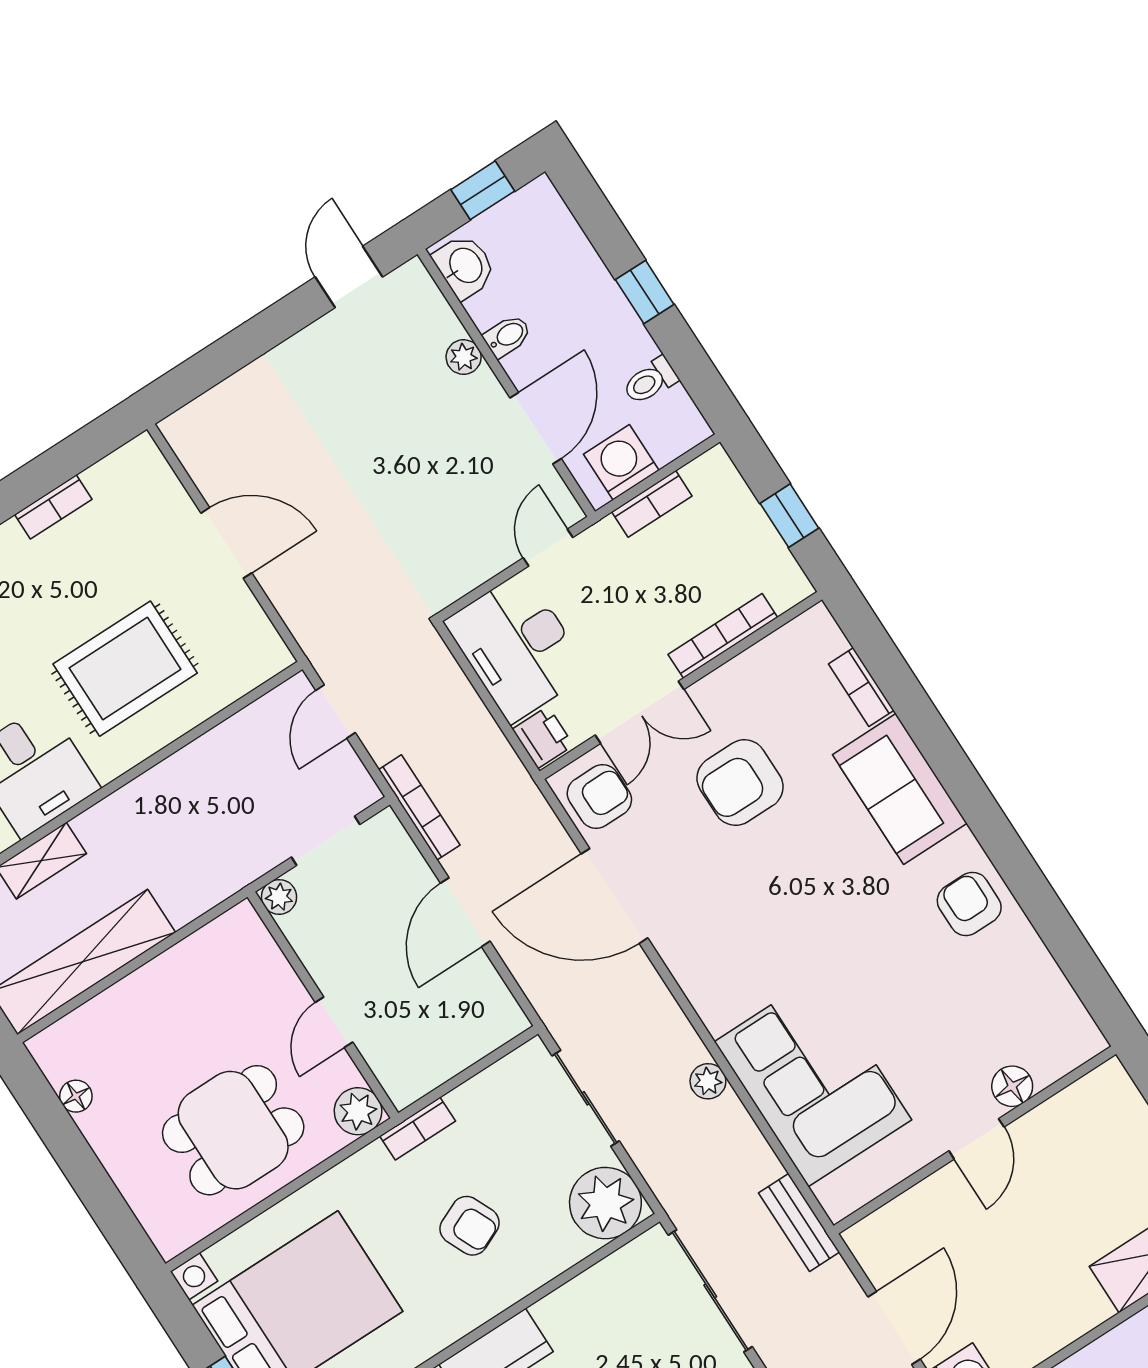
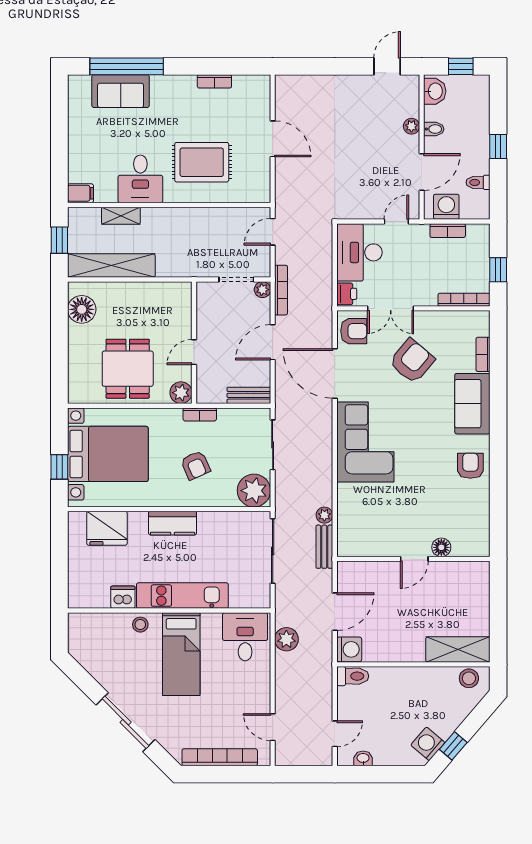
bookcase: (723, 636) -> (464, 300), moved
armchair: (740, 783) -> (412, 361), turned 130
plant: (279, 897) -> (262, 290), moved
bench: (484, 1036) -> (249, 395), added
plant: (708, 1081) -> (324, 515), moved
corner sofa: (813, 1081) -> (365, 442), moved
floor lamp: (76, 1096) -> (82, 309), width x1.89, depth x1.89
dining table: (233, 1130) -> (128, 369), turned 90

